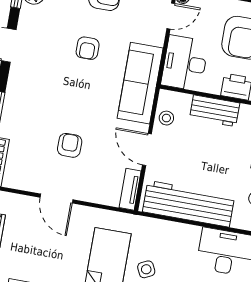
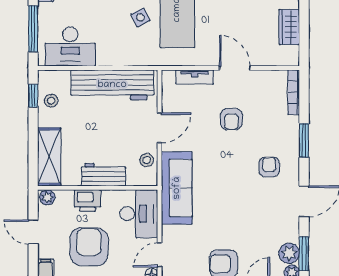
armchair: (88, 48) -> (269, 167), moved
door: (147, 149) -> (159, 128), hinge flipped
tv unit: (130, 189) -> (195, 77), moved, turned 90

